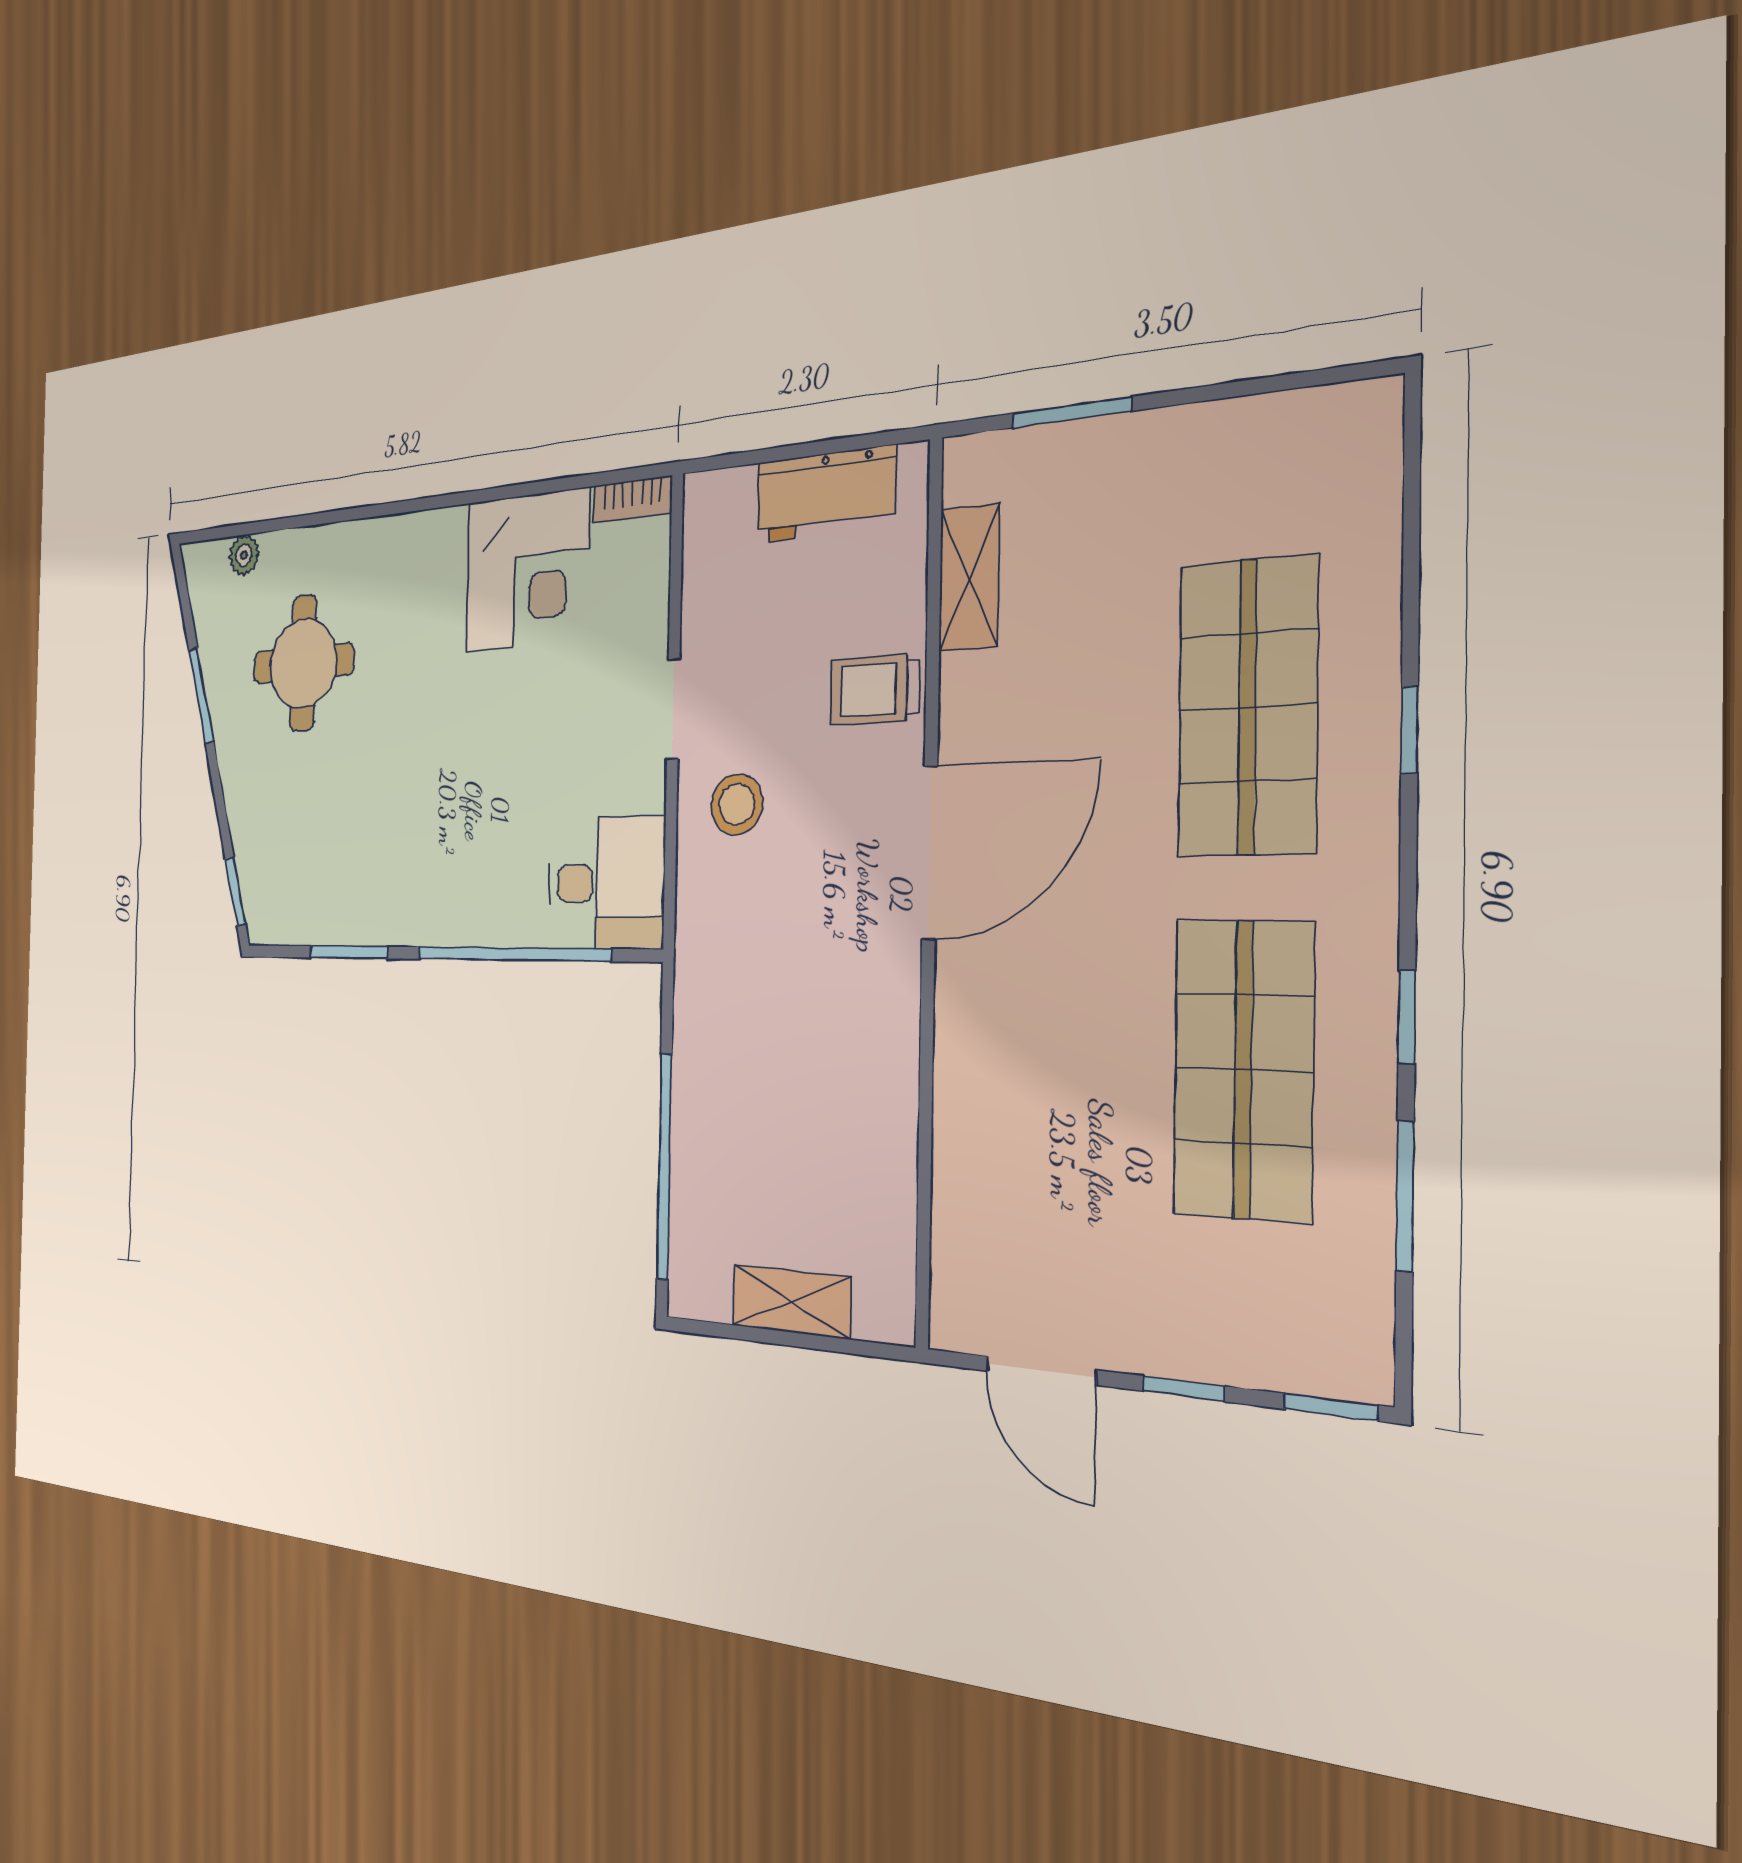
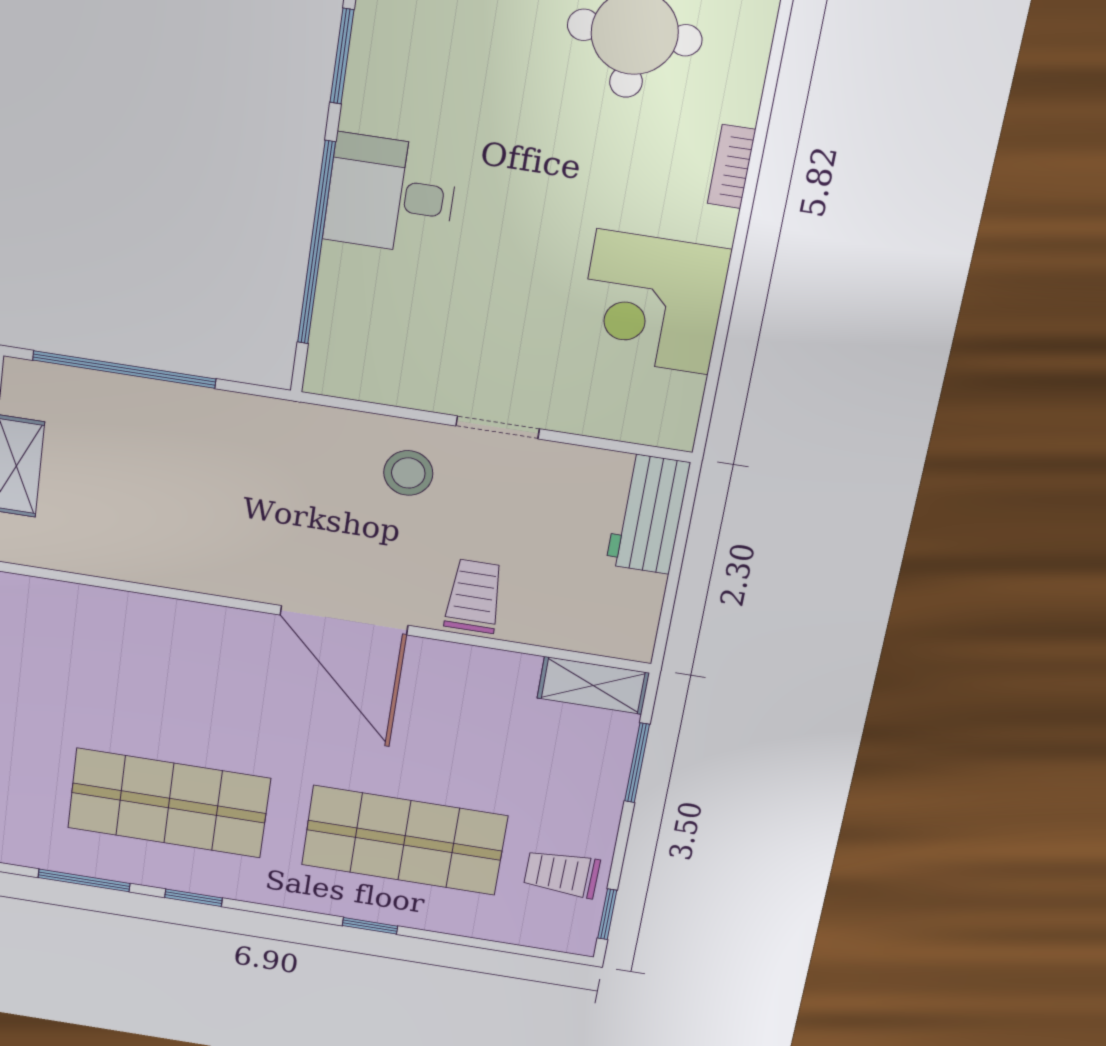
window: (1323, 377) -> (607, 914), added
trolley: (1265, 464) -> (562, 874), added
workbench: (826, 494) -> (648, 514), moved
bookcase: (633, 499) -> (731, 167), moved
shelving: (969, 578) -> (593, 685), moved
desk: (606, 883) -> (391, 195), moved, turned 90

